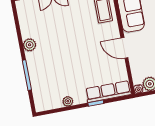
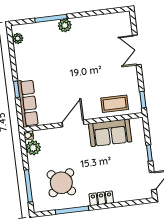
plant: (30, 45) -> (65, 25), moved
plant: (68, 101) -> (18, 38), moved

